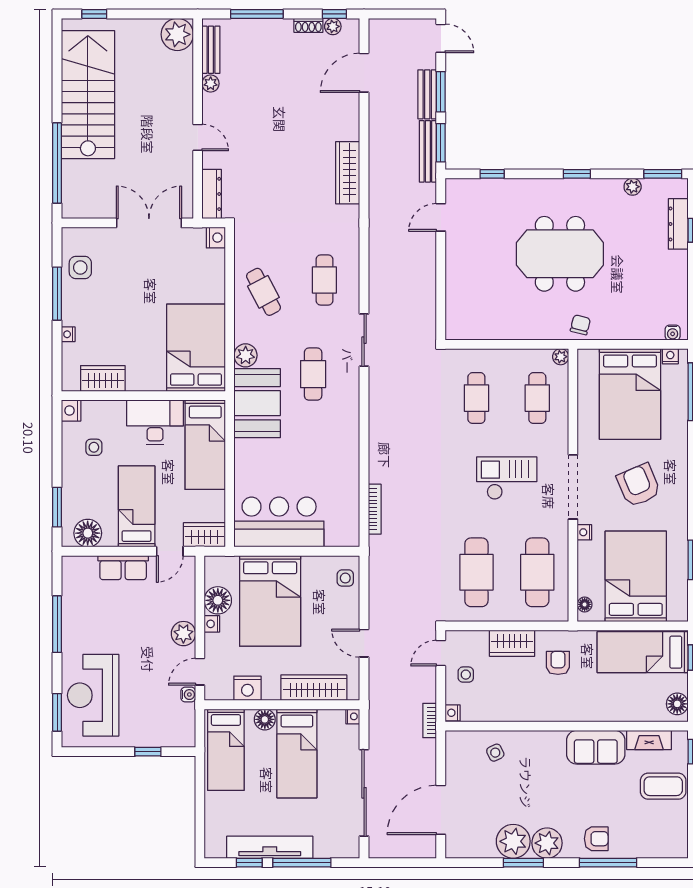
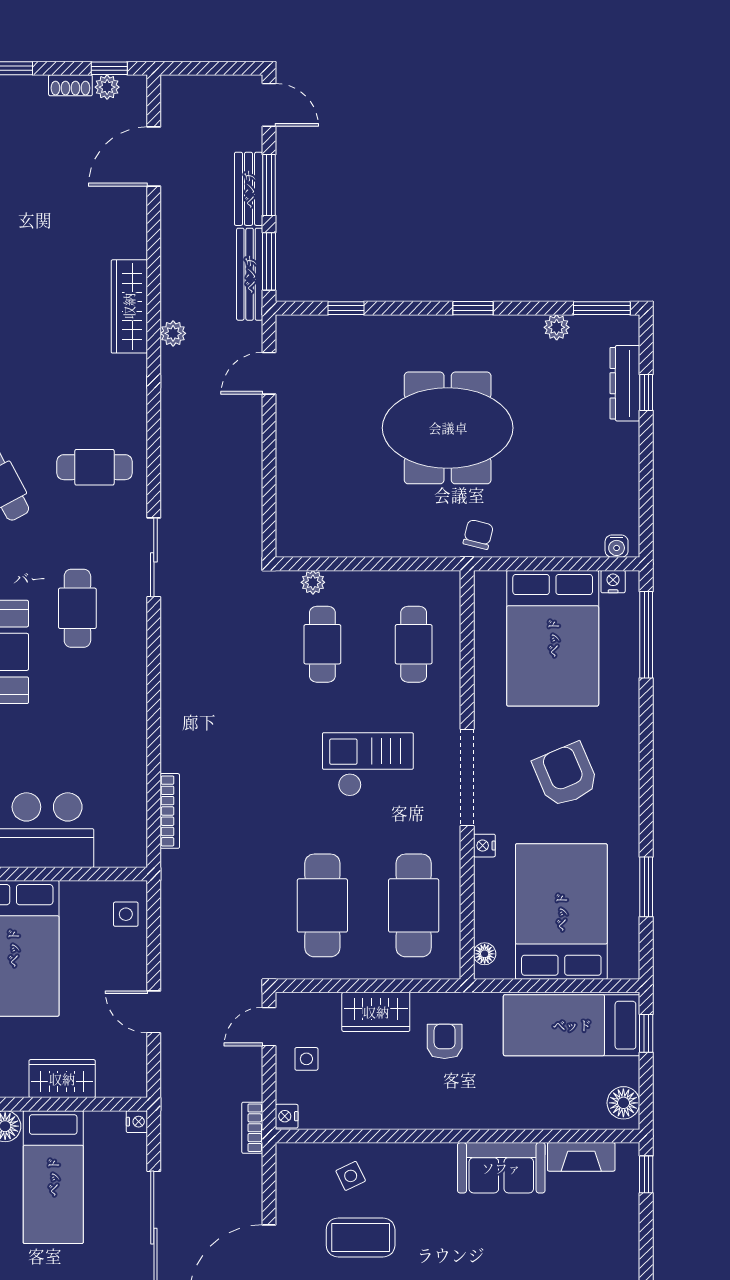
plant: (377, 191) -> (173, 333), added
cafe table: (324, 280) -> (94, 467), turned 90
plant: (561, 357) -> (313, 582), moved
wardrobe: (314, 688) -> (62, 1079), width x0.67
coffee table: (663, 786) -> (361, 1237), moved

